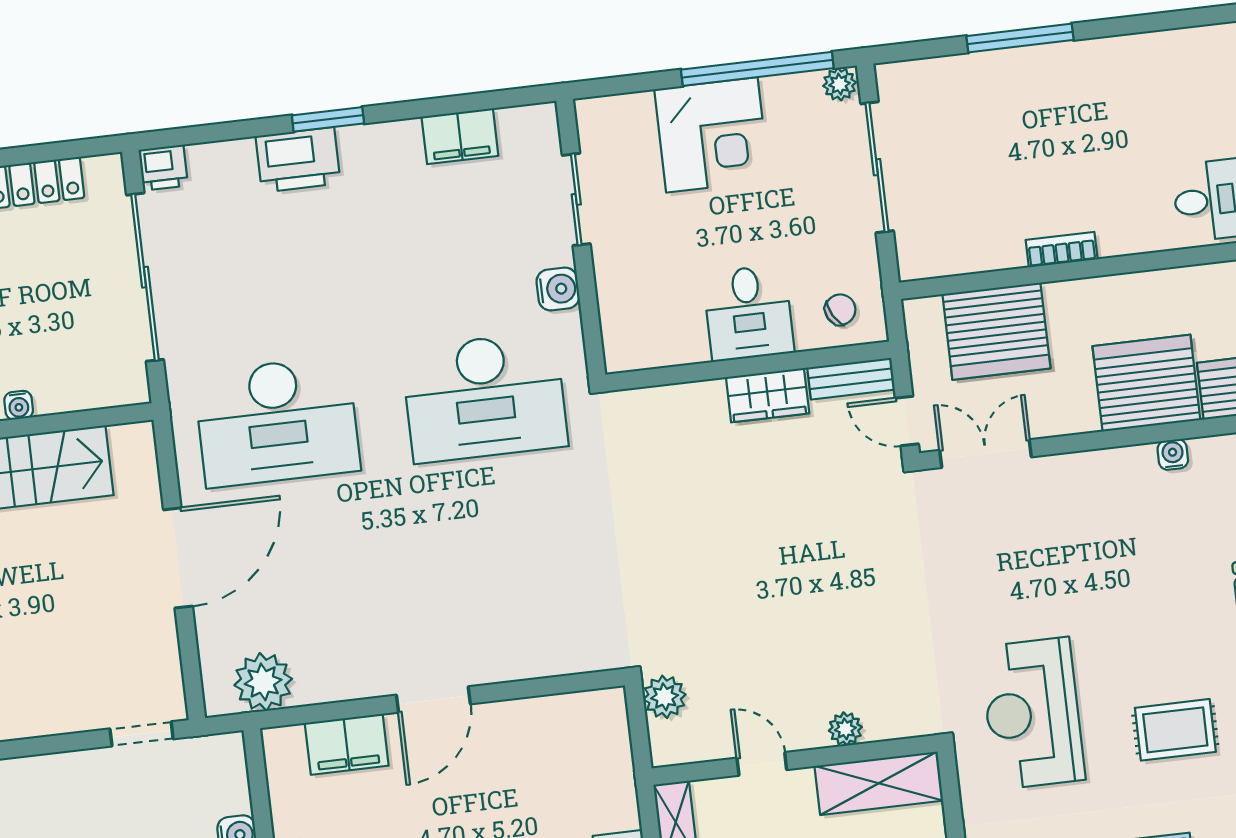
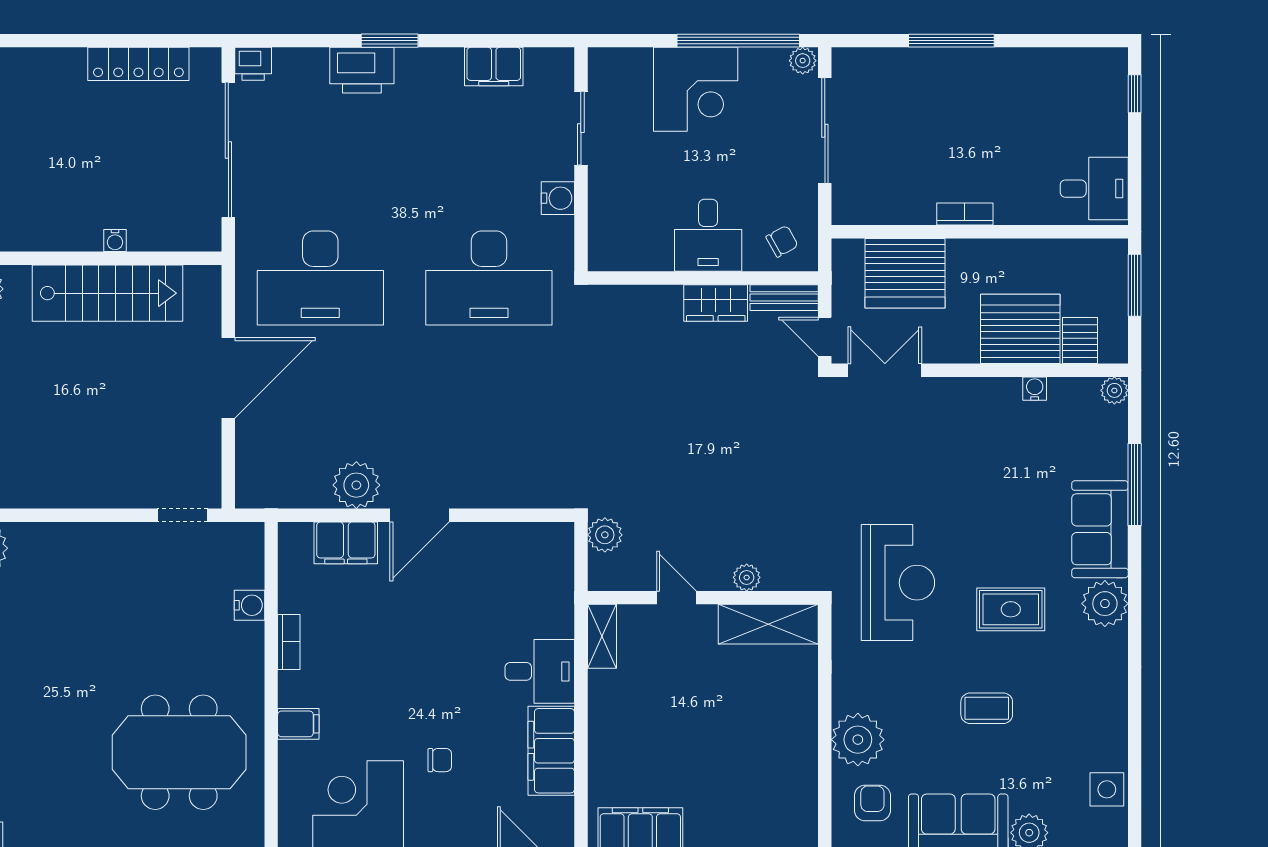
plant: (263, 682) -> (356, 485), moved
reception desk: (1032, 713) -> (898, 583), turned 180

